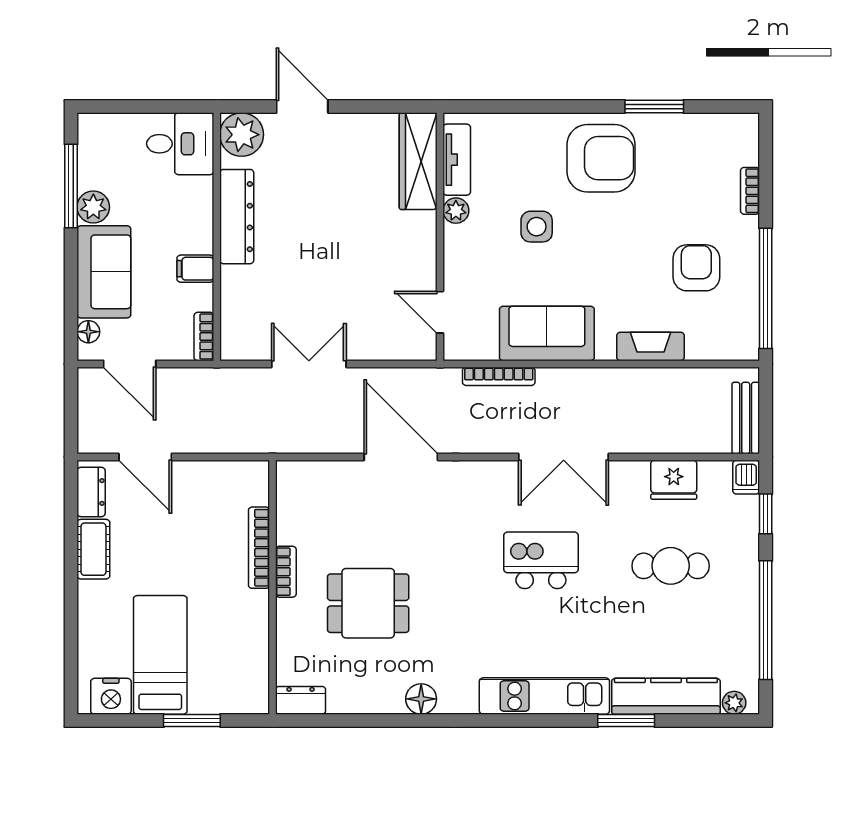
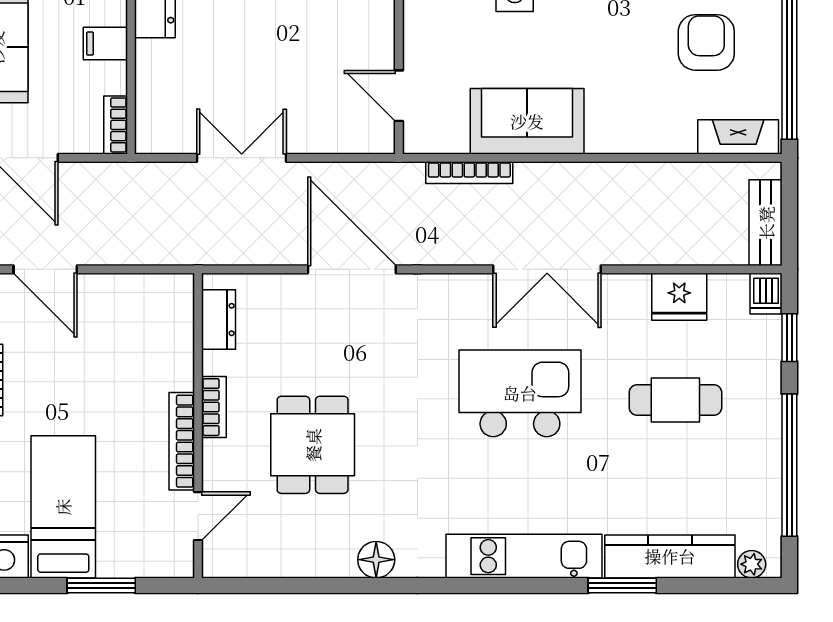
fireplace: (650, 346) -> (738, 137), moved
bookcase: (259, 548) -> (182, 441), moved
kitchen island: (541, 560) -> (520, 393), width x1.37, depth x1.28
dining table: (368, 603) -> (313, 445), turned 90
door: (273, 663) -> (198, 516), added
dresser: (301, 700) -> (219, 320), moved, turned 90

